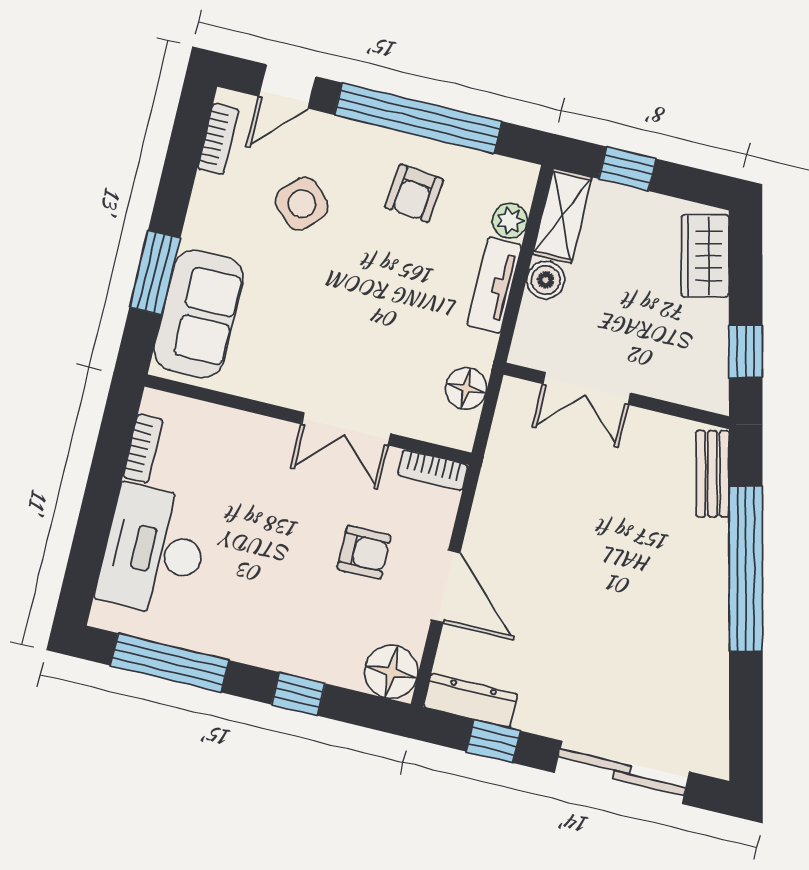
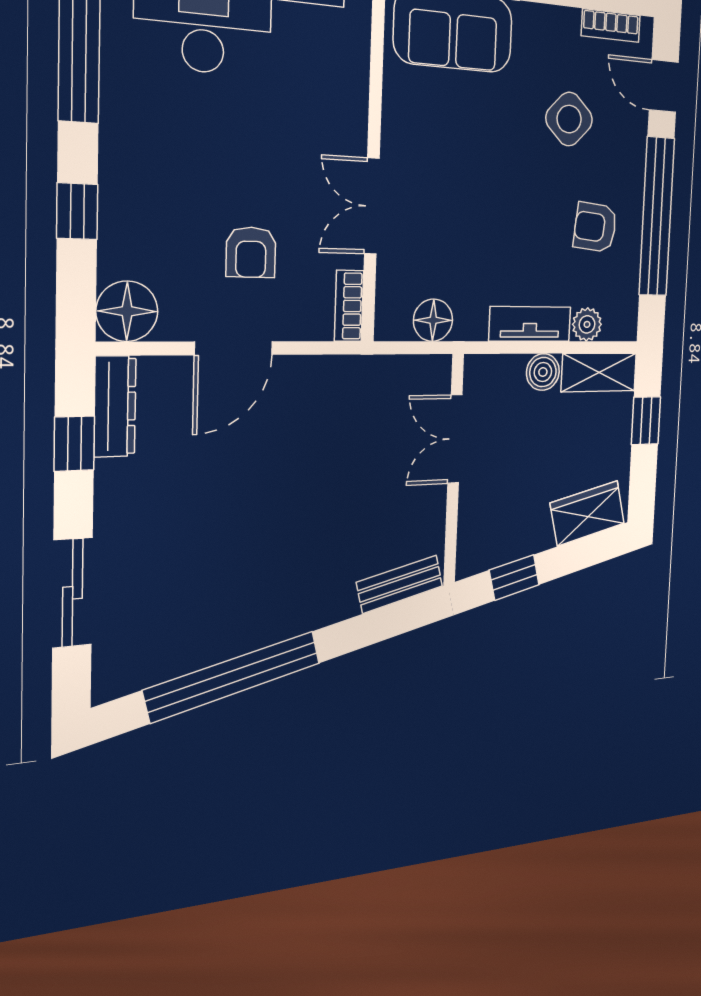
window: (746, 569) -> (233, 676), moved
sliding door: (622, 772) -> (73, 593), width x0.73

